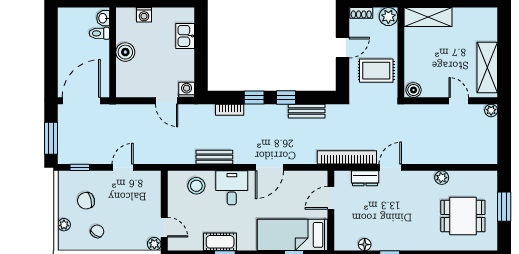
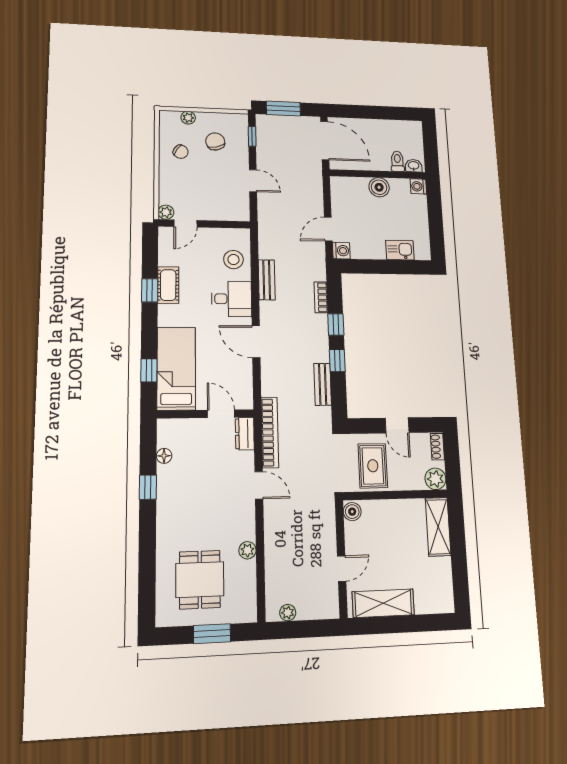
washing machine: (144, 15) -> (418, 186), moved
plant: (491, 110) -> (288, 613), moved
dresser: (365, 178) -> (245, 434), moved

